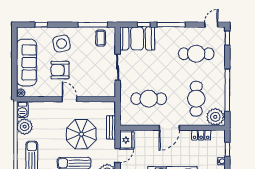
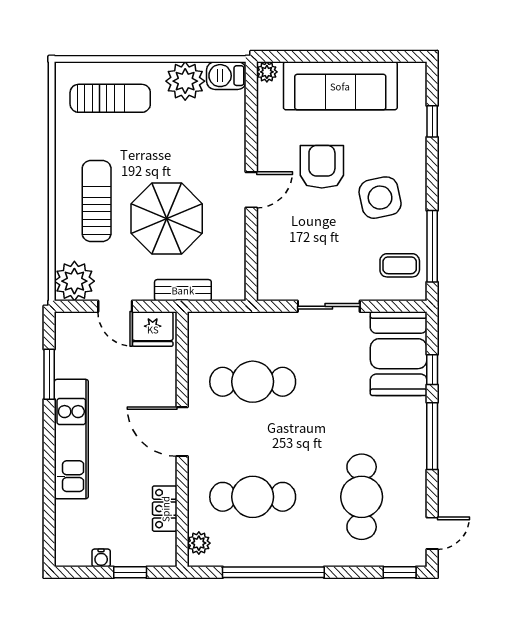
door: (211, 25) -> (432, 533), hinge flipped
side table: (62, 44) -> (380, 198), moved
cafe table: (149, 99) -> (253, 382), turned 90
plant: (215, 117) -> (199, 543), width x0.53, depth x0.53

